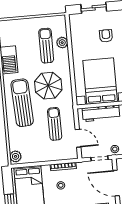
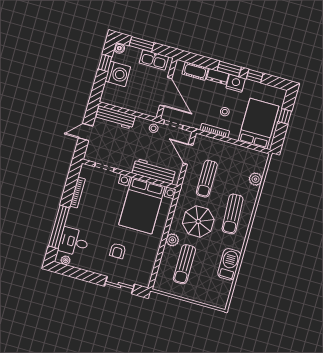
plant: (62, 43) -> (172, 240), moved
sun lounger: (22, 103) -> (233, 214), width x0.73, depth x0.75
plant: (16, 156) -> (256, 179), moved

